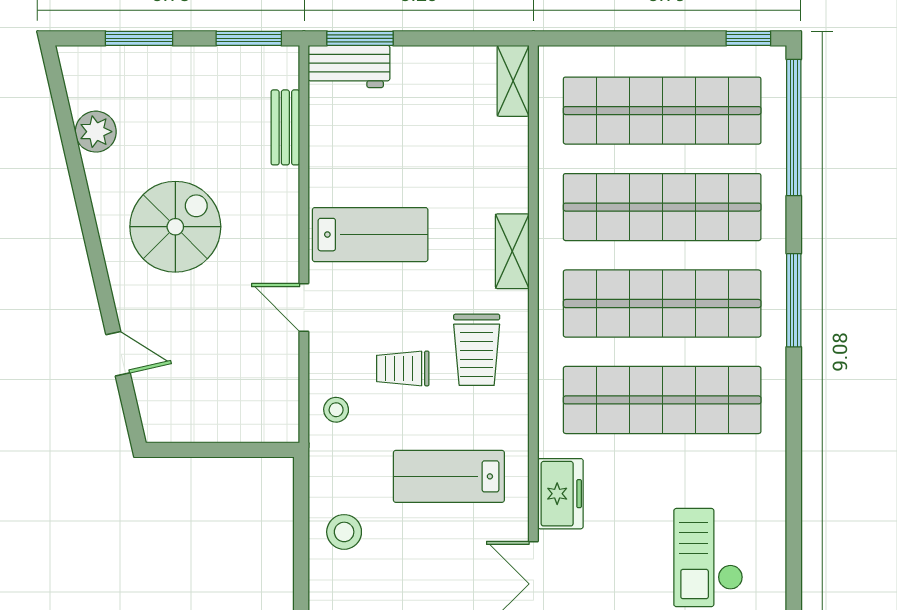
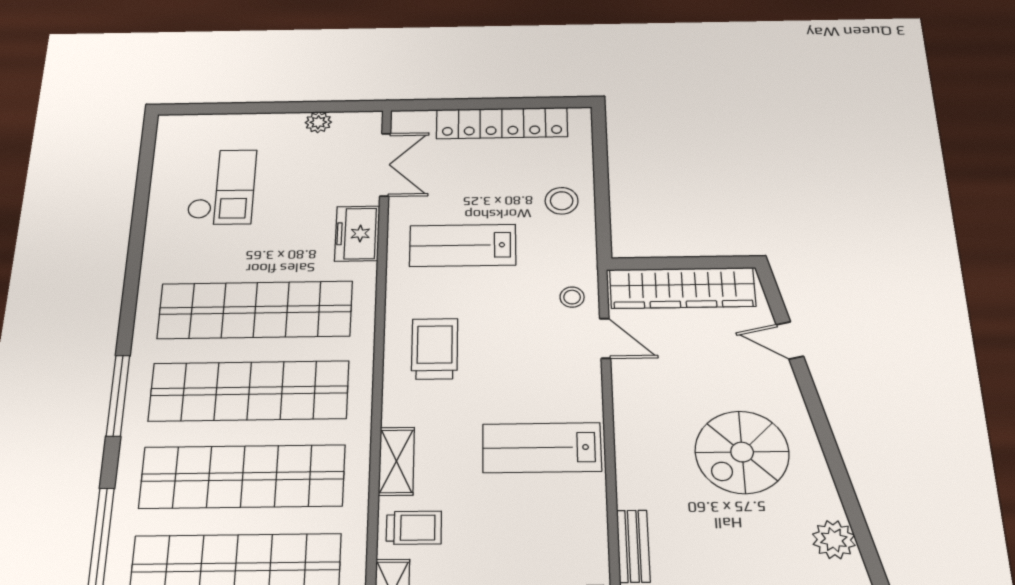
shelving: (512, 251) -> (397, 461), moved
door: (304, 308) -> (605, 338), moved
trolley: (403, 368) -> (414, 528), moved
wardrobe: (222, 419) -> (682, 288), added
lab bench: (449, 476) -> (463, 245), turned 180

